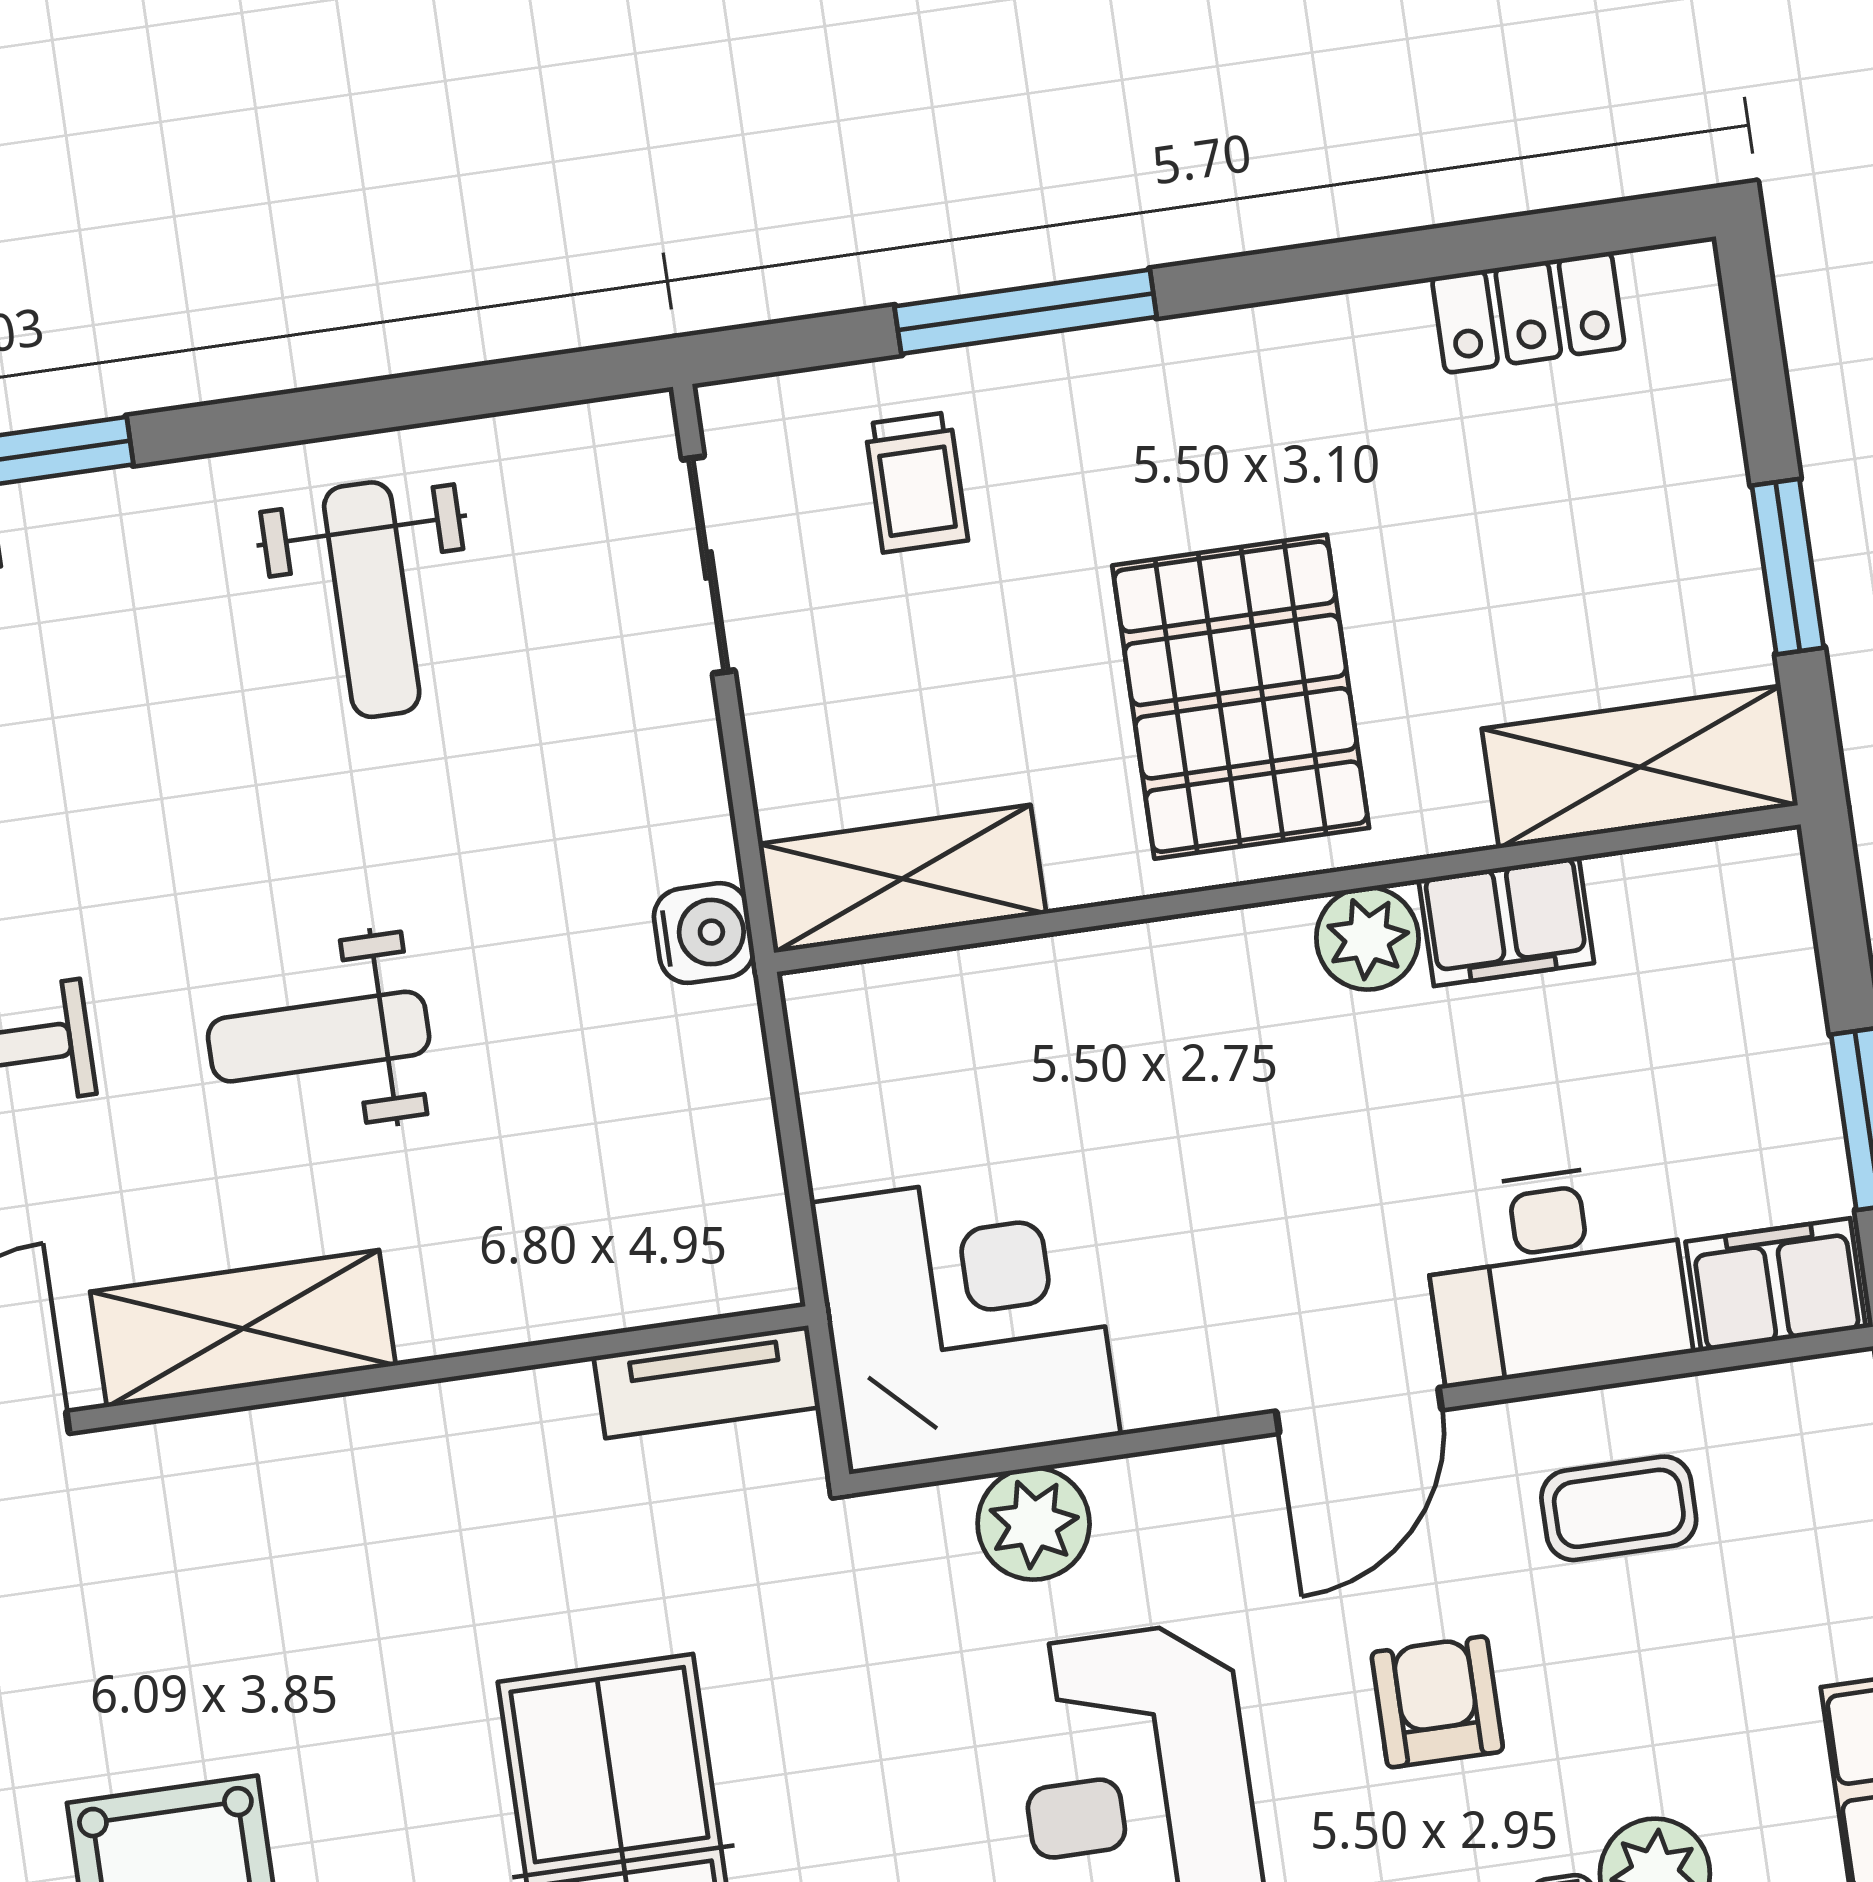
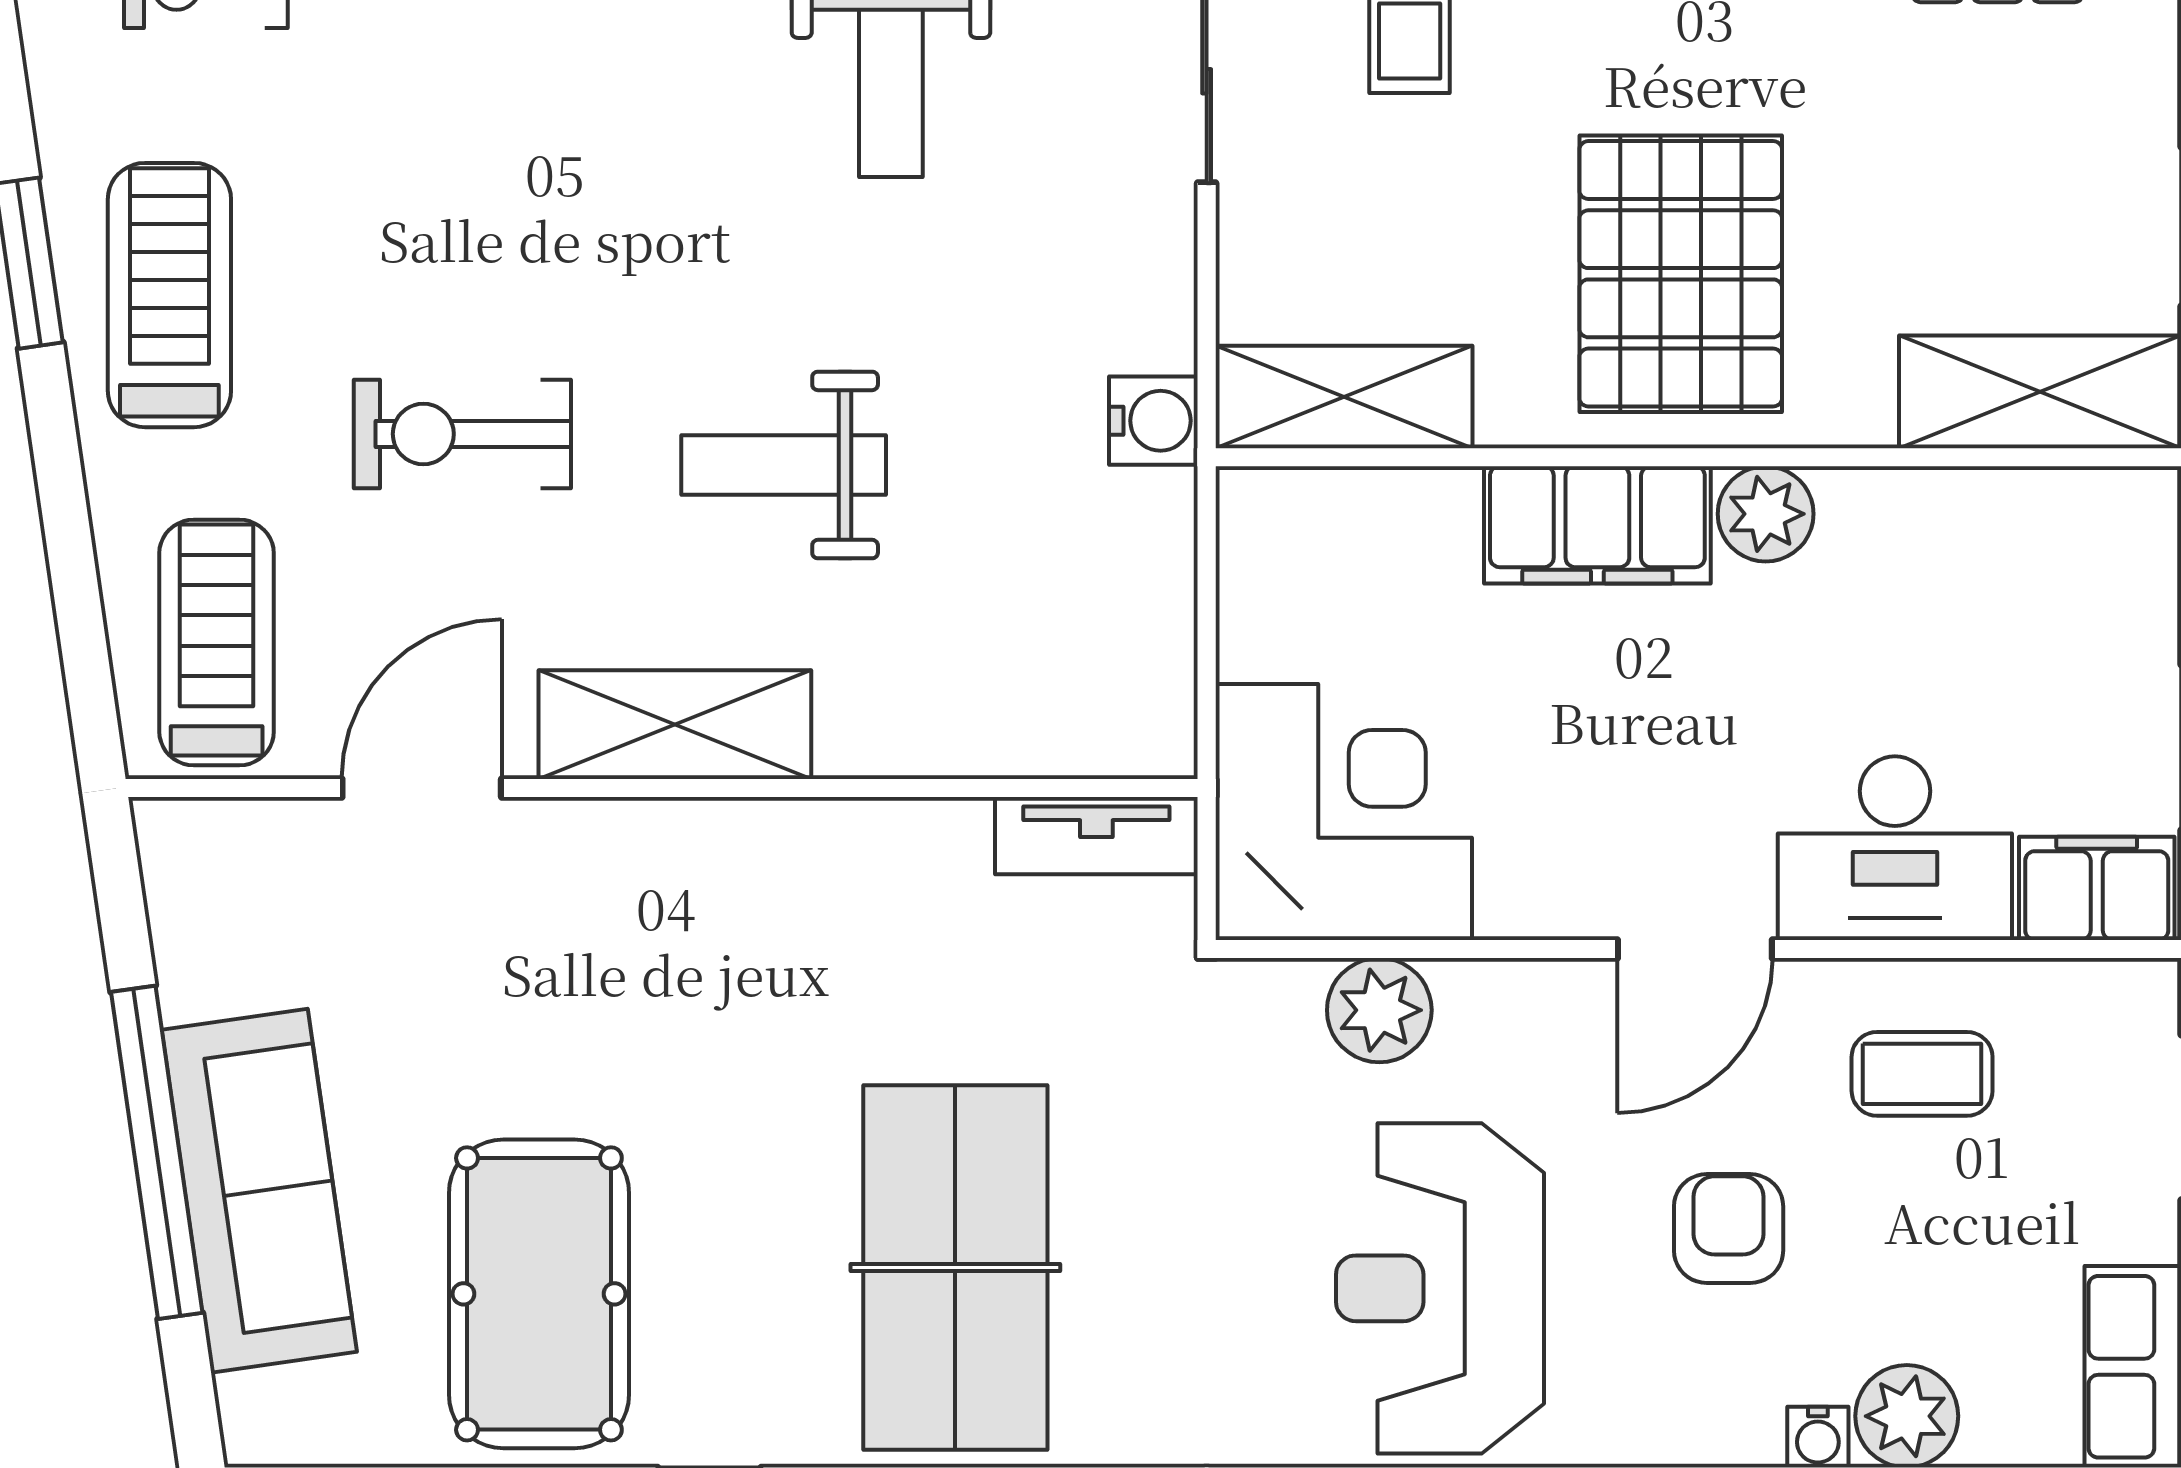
filing cabinet: (1506, 921) -> (1597, 525), moved, width x1.50, depth x1.17

